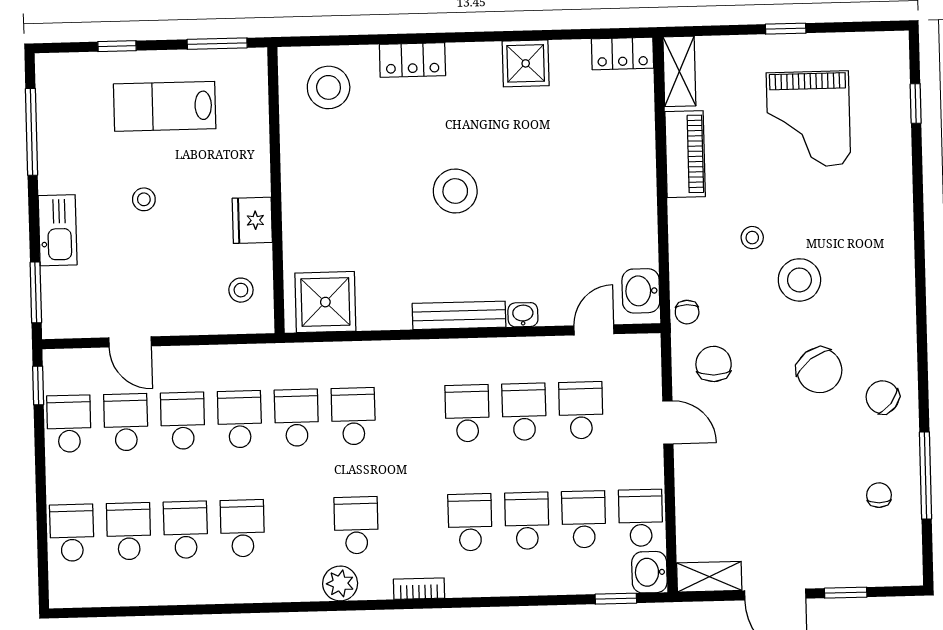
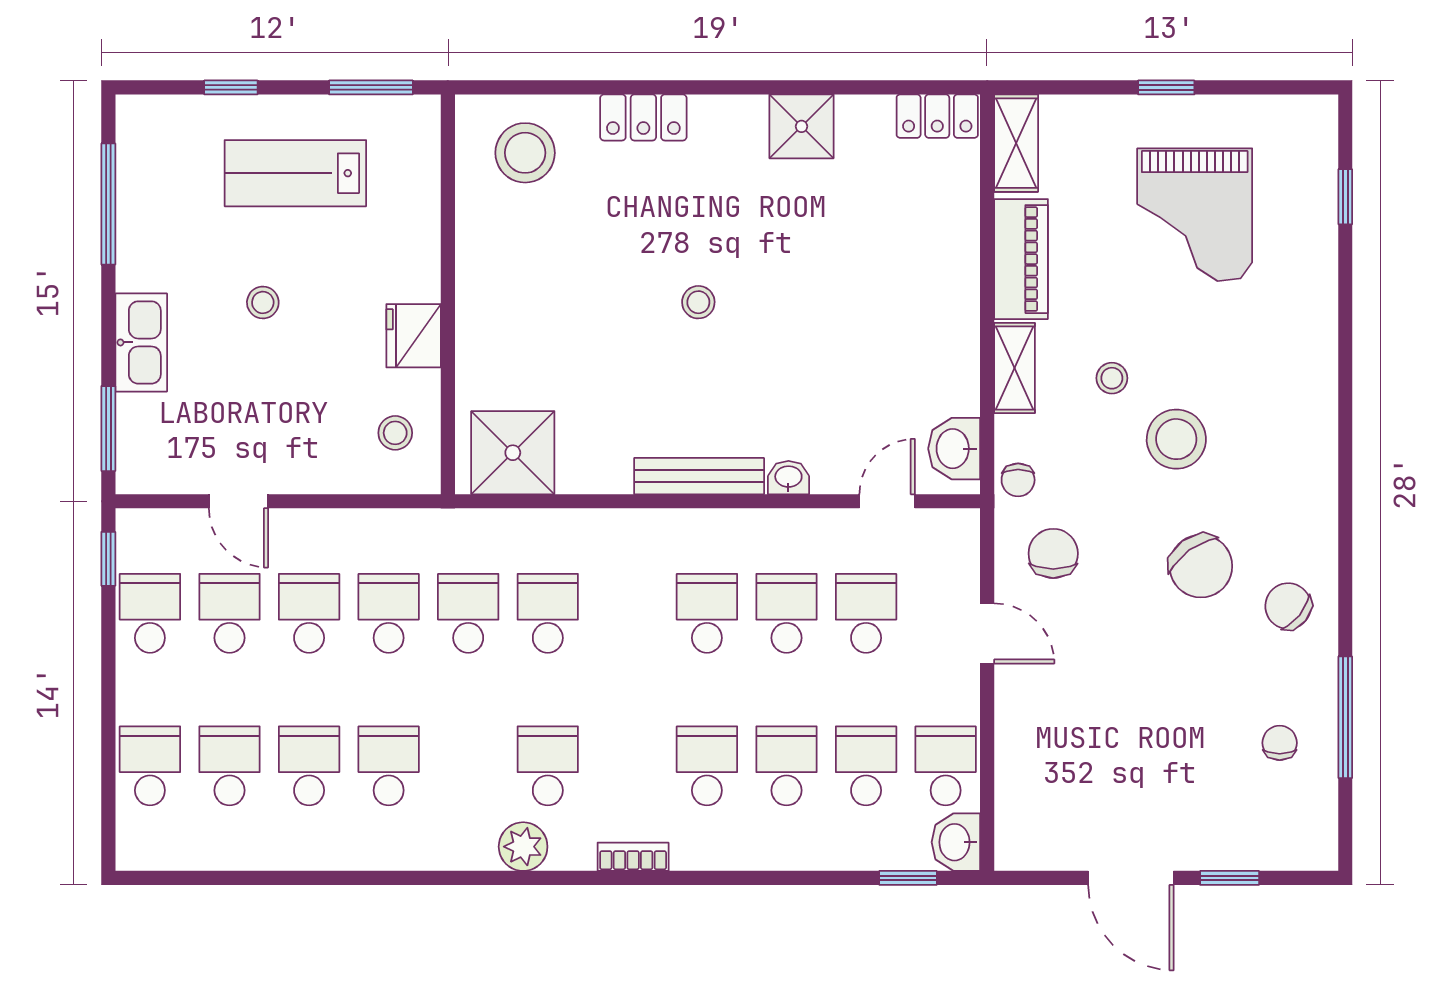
stool: (455, 191) -> (698, 302), width x0.53, depth x0.53
shelving: (709, 577) -> (1015, 368), moved, turned 90

